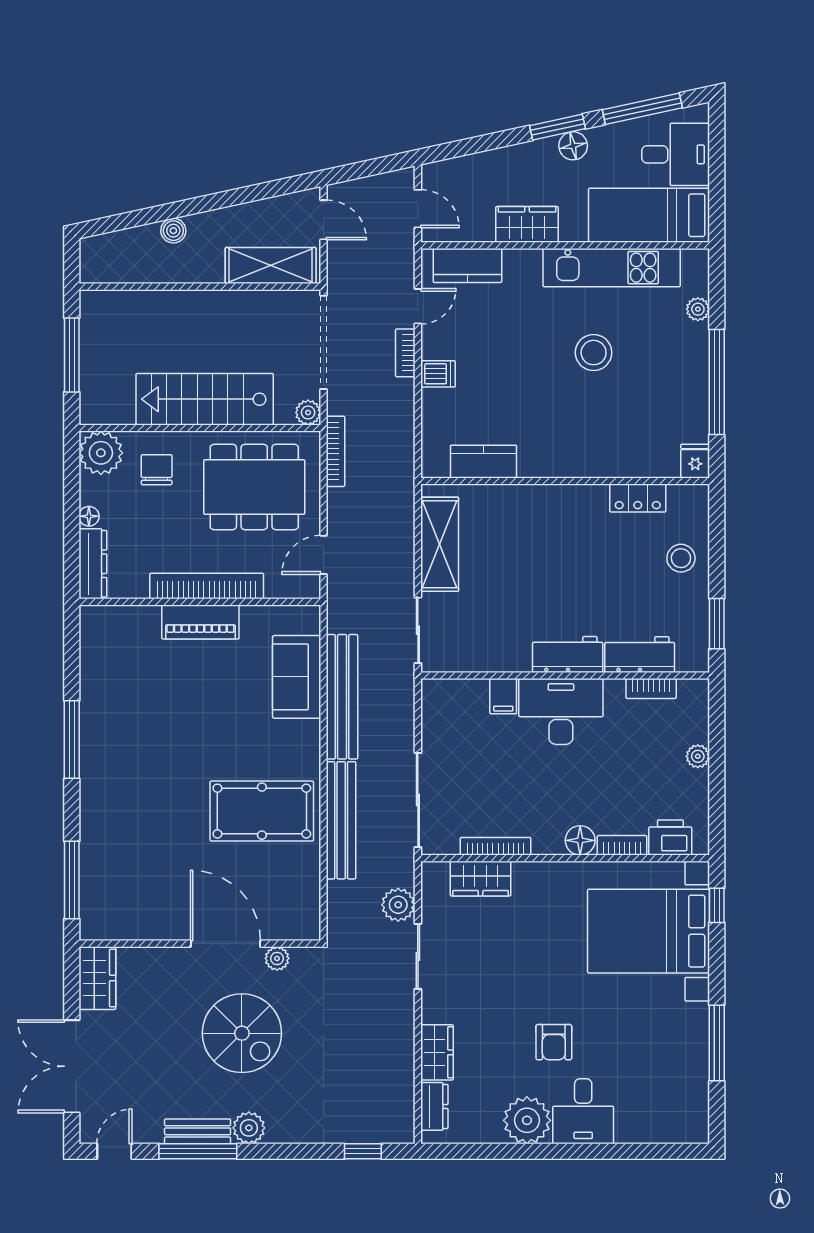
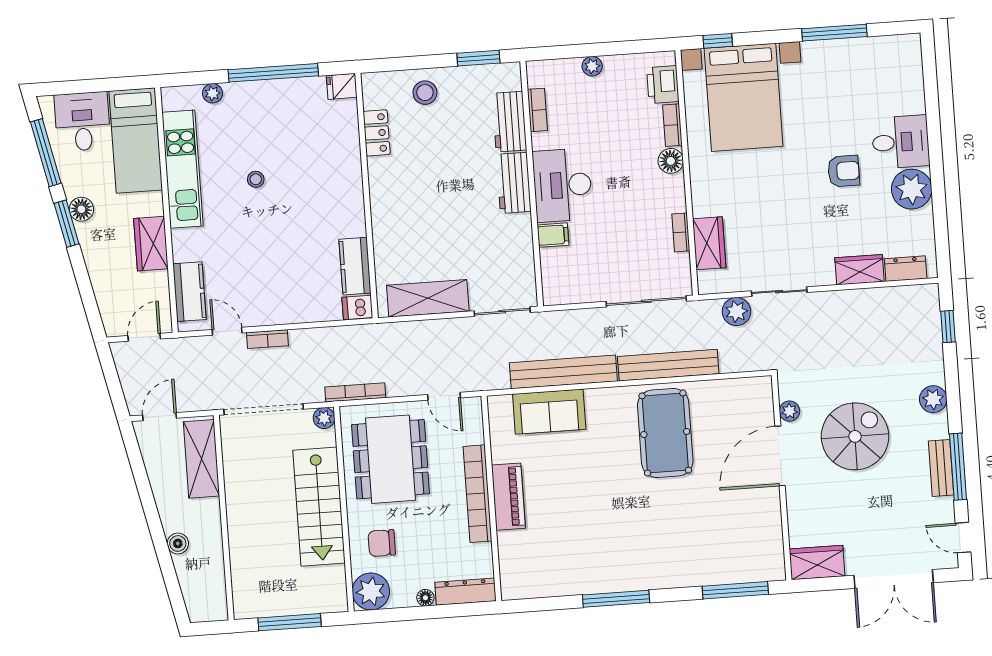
stool: (594, 353) -> (256, 179), width x0.53, depth x0.53
dishwasher: (438, 374) -> (357, 307), moved, turned -90
bookcase: (496, 846) -> (681, 232), width x0.64
plant: (249, 1128) -> (933, 399), moved

